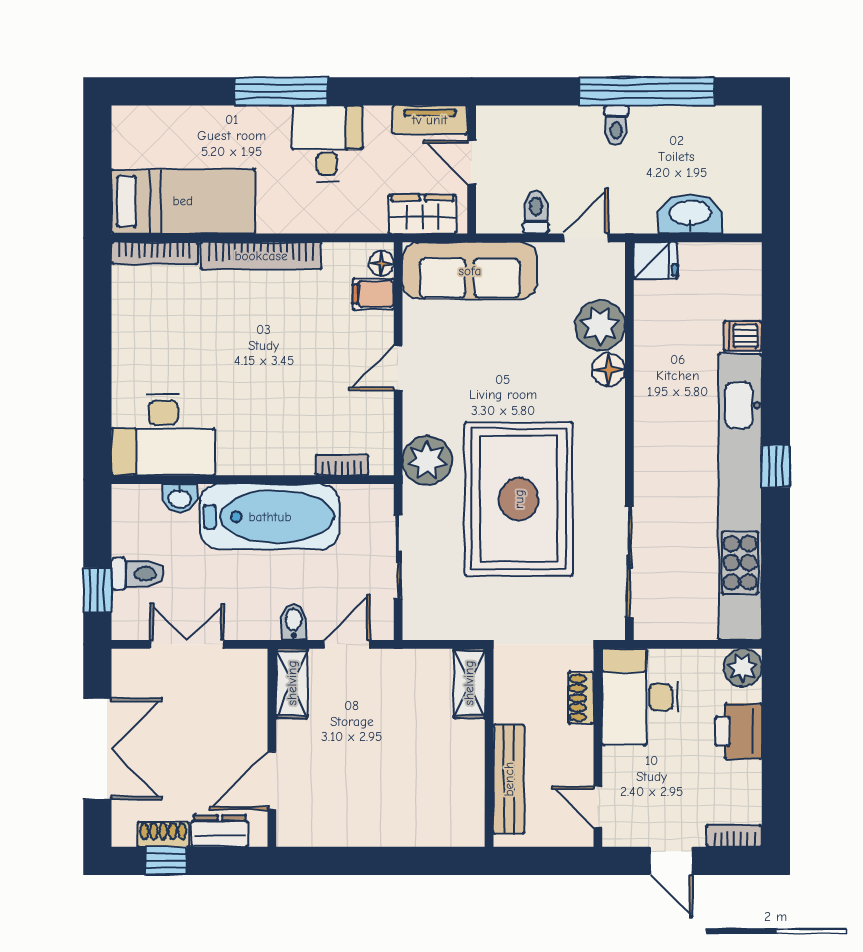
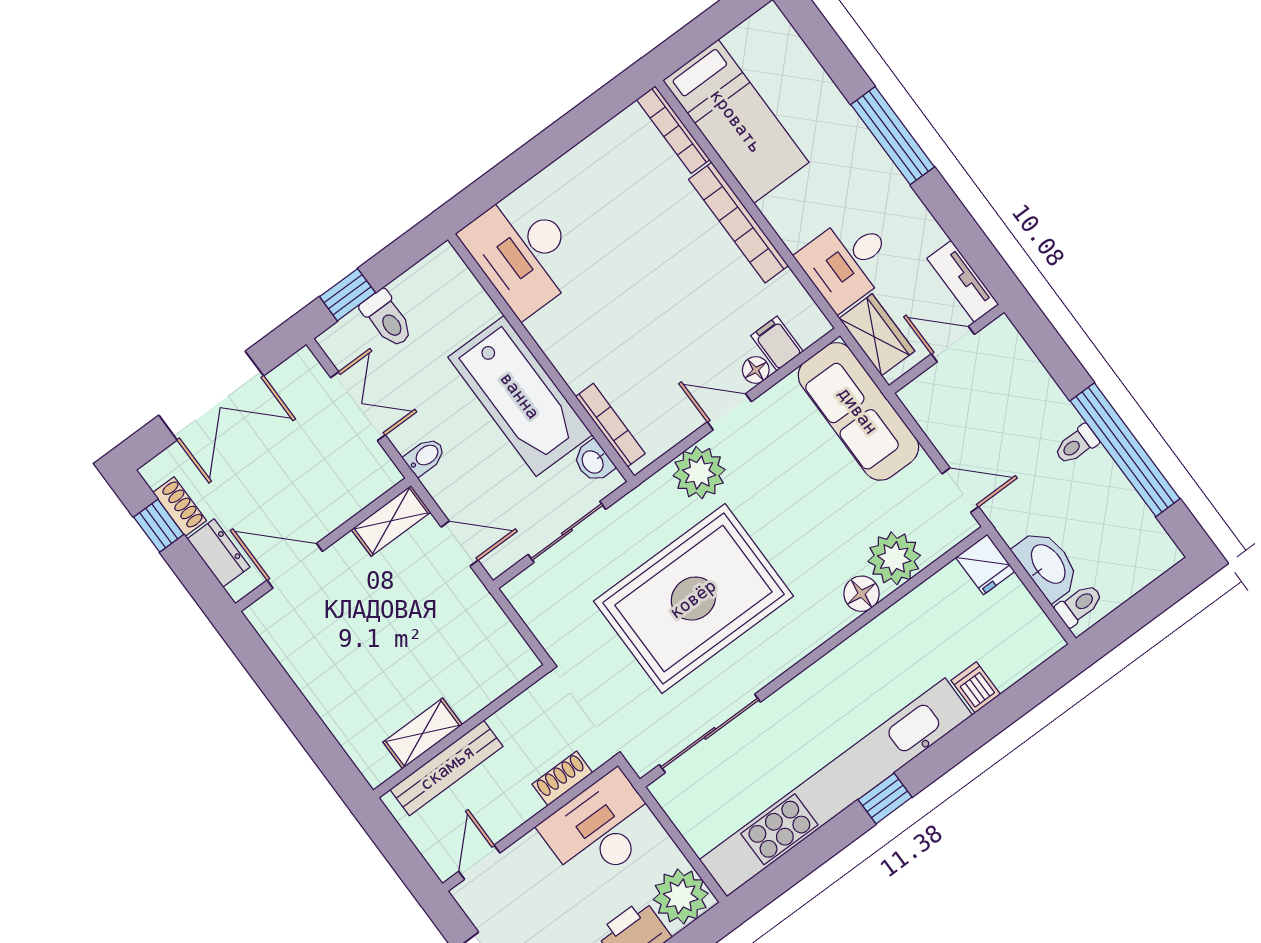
desk: (327, 143) -> (847, 262), moved, turned 180
door: (472, 162) -> (953, 344), hinge flipped
toilet: (536, 212) -> (1079, 605), moved
floor lamp: (381, 263) -> (756, 370), moved
plant: (427, 460) -> (699, 473), moved
bookcase: (342, 465) -> (610, 425), width x1.56
washbasin: (180, 498) -> (593, 462), moved
bidet: (294, 622) -> (425, 457), moved
plant: (743, 668) -> (681, 897), width x1.36, depth x1.36
shelving: (469, 683) -> (423, 733), moved

